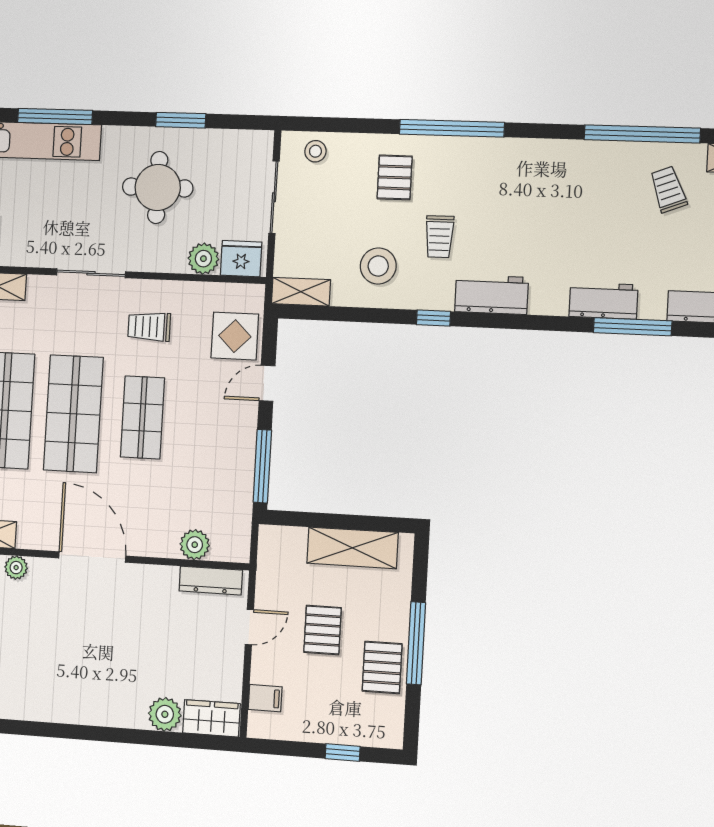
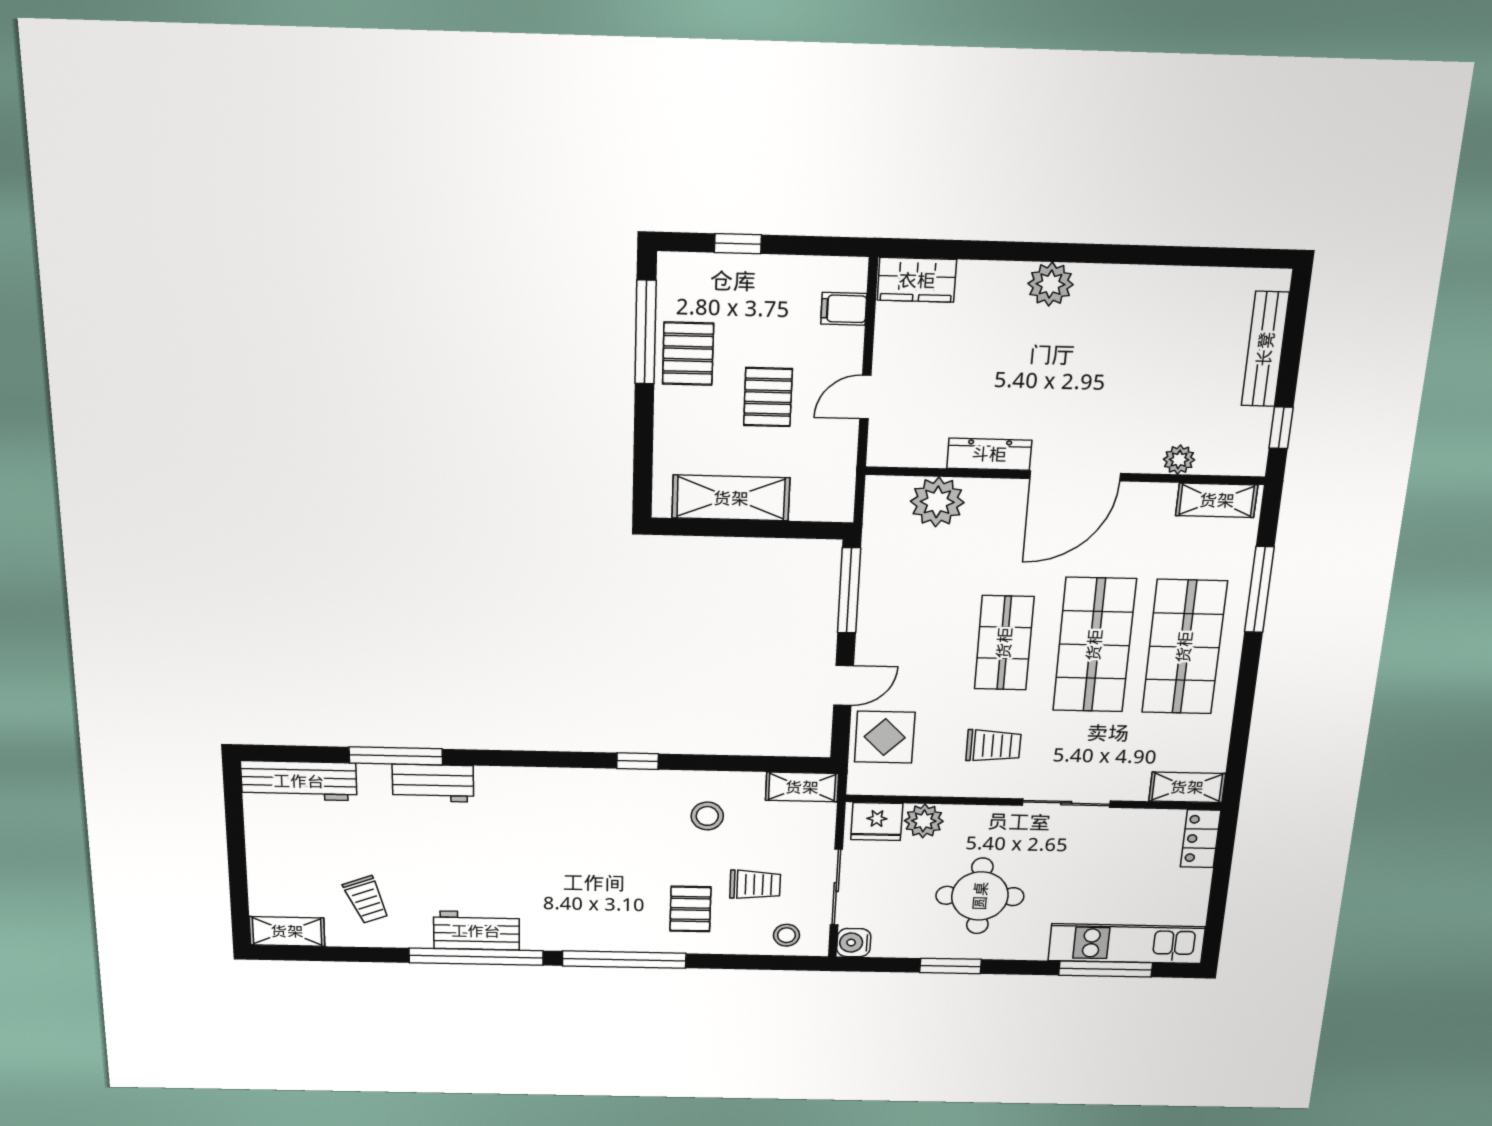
window: (642, 134) -> (476, 957), moved
water cooler: (260, 144) -> (854, 943), added
trolley: (439, 237) -> (755, 885), moved, turned 90
stool: (378, 266) -> (707, 816), width x0.73, depth x0.73
workbench: (492, 294) -> (476, 931), moved, turned 180
plant: (195, 545) -> (937, 502), width x1.36, depth x1.36
door: (92, 557) -> (1075, 476), hinge flipped
dresser: (211, 581) -> (989, 454), moved
window: (416, 643) -> (646, 332), moved
plant: (165, 714) -> (1050, 284), moved

